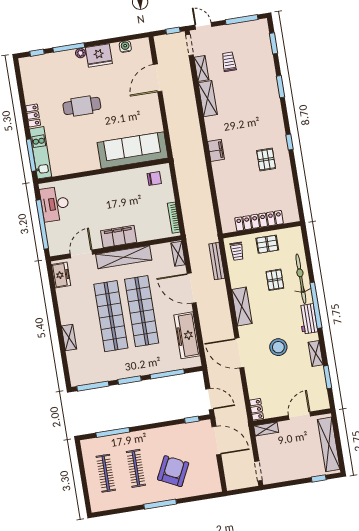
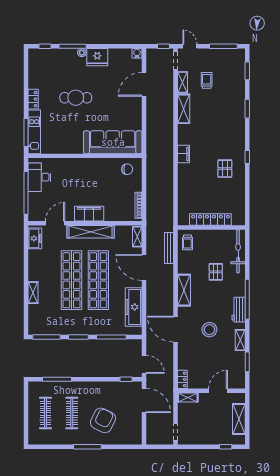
water cooler: (125, 47) -> (137, 53), moved
pallet: (267, 244) -> (214, 241), removed
bicycle: (301, 279) -> (238, 251), moved
shelving: (329, 444) -> (239, 419), width x0.68

